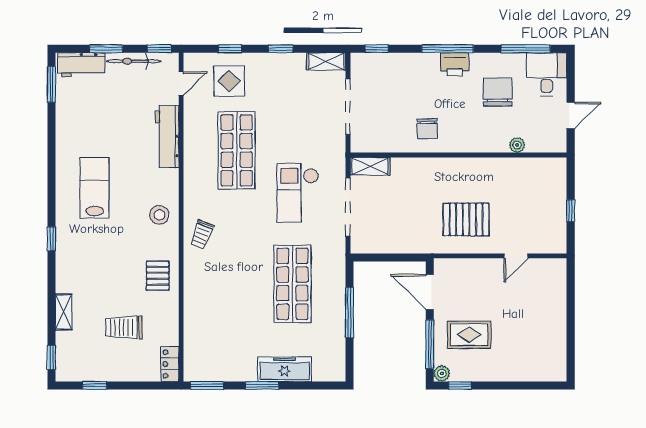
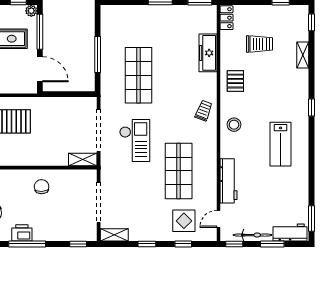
freezer: (285, 369) -> (208, 53), moved, turned 90

